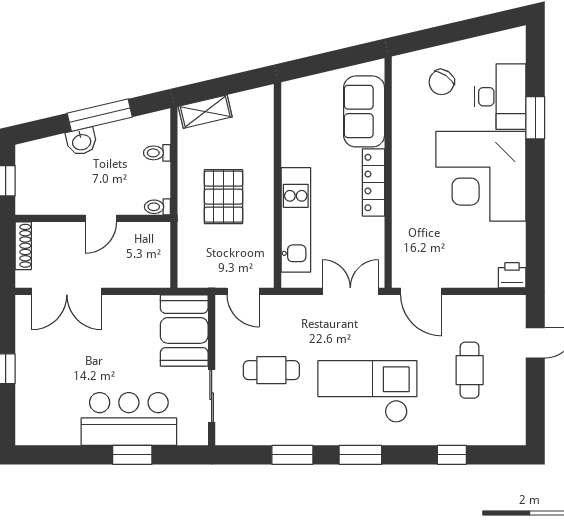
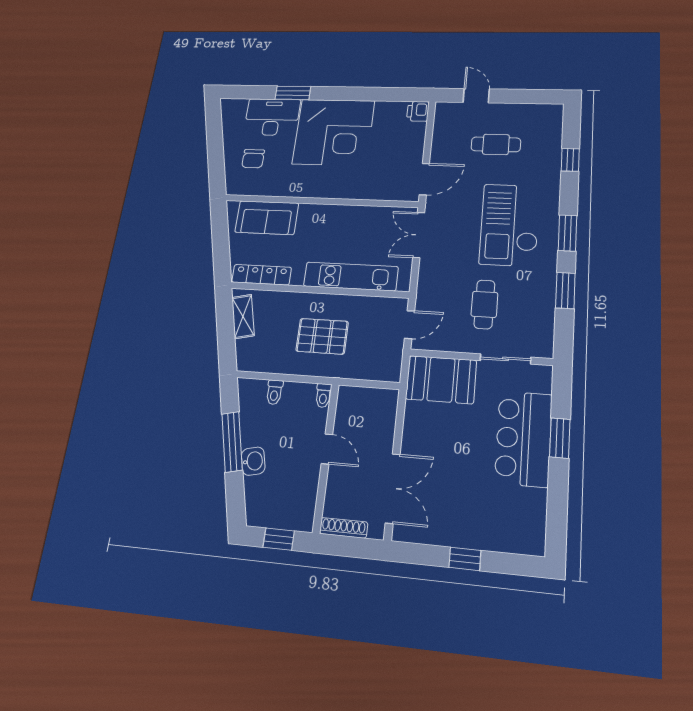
chair: (442, 82) -> (253, 159), turned 55
shelving: (205, 112) -> (243, 316), moved
locker: (373, 182) -> (262, 275), moved, turned 180

